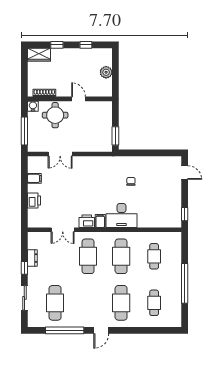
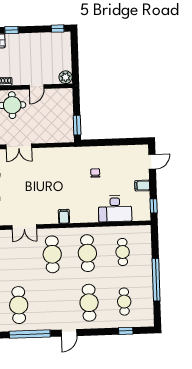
window: (86, 45) -> (58, 29), moved
plant: (106, 72) -> (66, 77), moved
door: (79, 99) -> (37, 87), swing flipped
door: (185, 173) -> (152, 162), hinge flipped
filing cabinet: (175, 195) -> (142, 186), added
desk: (121, 216) -> (115, 209), moved
printer: (87, 221) -> (50, 217), removed
window: (155, 330) -> (126, 331), added

